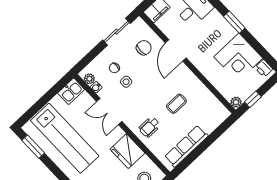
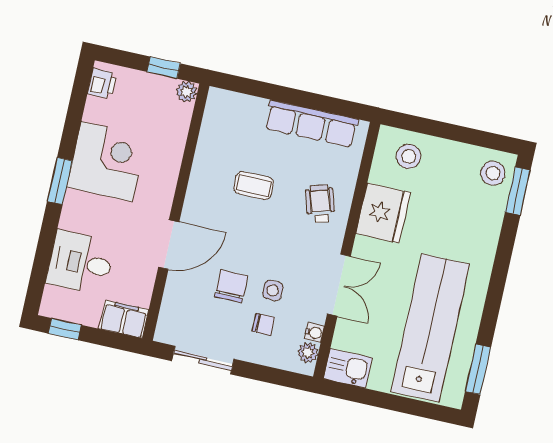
chair: (144, 48) -> (231, 286), moved, turned 90
corner desk: (238, 58) -> (107, 161), moved
wheelchair: (149, 127) -> (320, 204), turned -108

